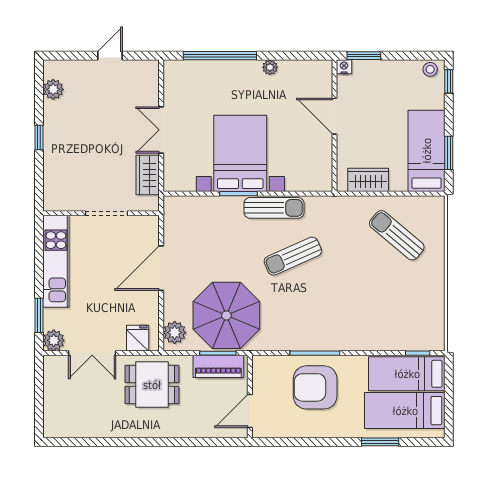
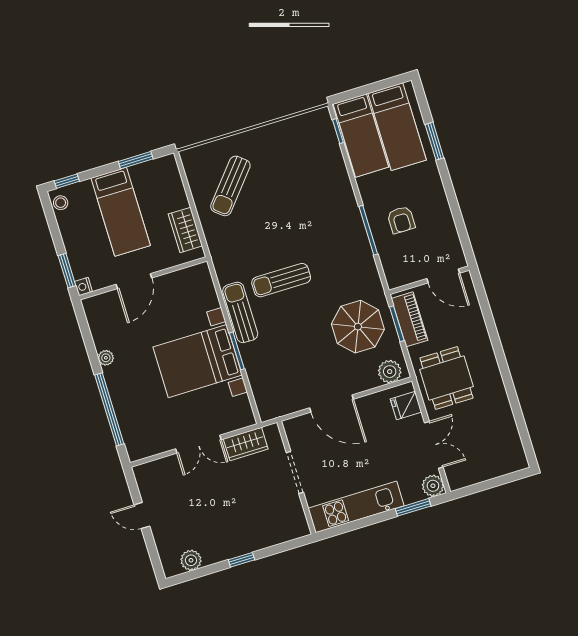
bed: (427, 151) -> (121, 212), moved, turned -90
sun lounger: (293, 256) -> (281, 280), turned 114
parasol: (226, 315) -> (358, 327), width x0.73, depth x0.73
armchair: (315, 387) -> (401, 220), width x0.53, depth x0.53

